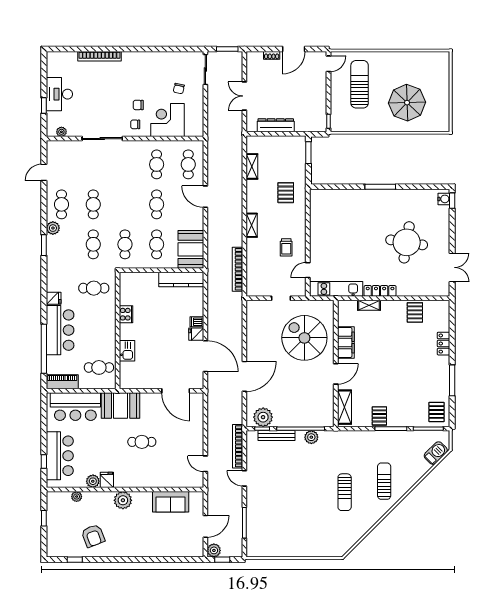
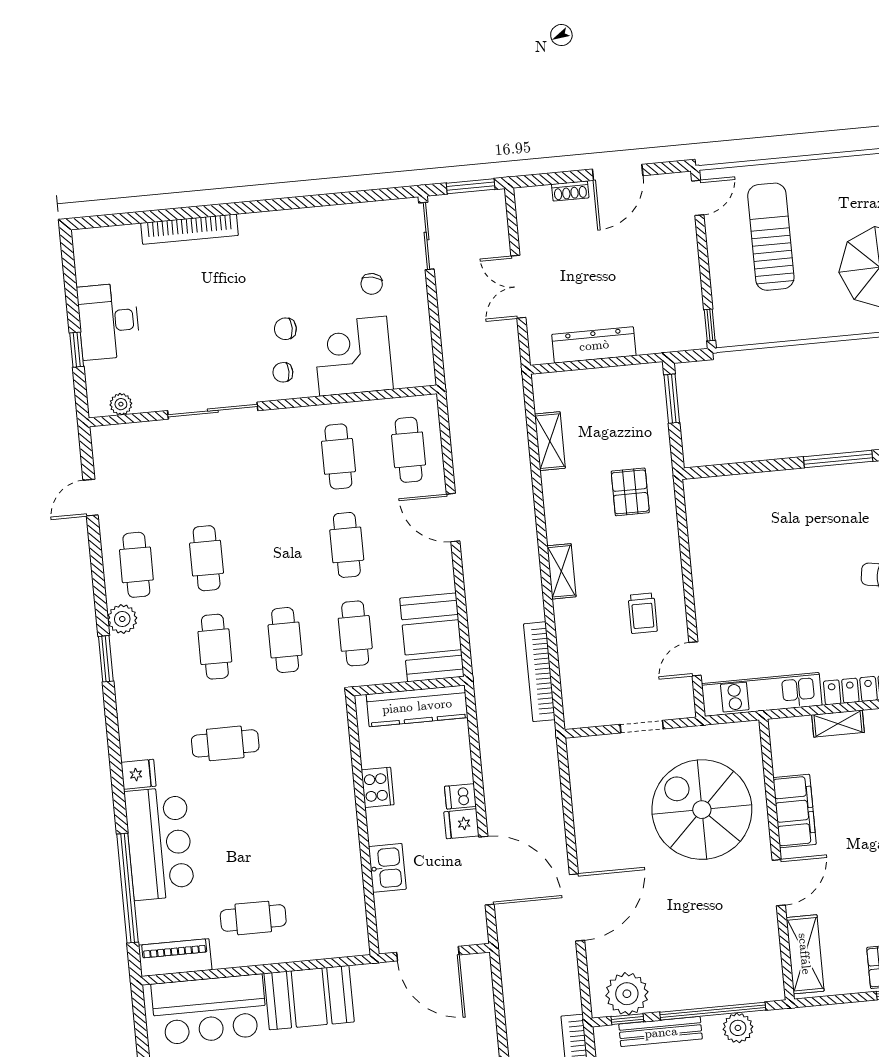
cooker: (126, 314) -> (378, 787), moved
wall: (118, 331) -> (362, 825), moved
kitchen sink: (127, 351) -> (387, 868), moved

